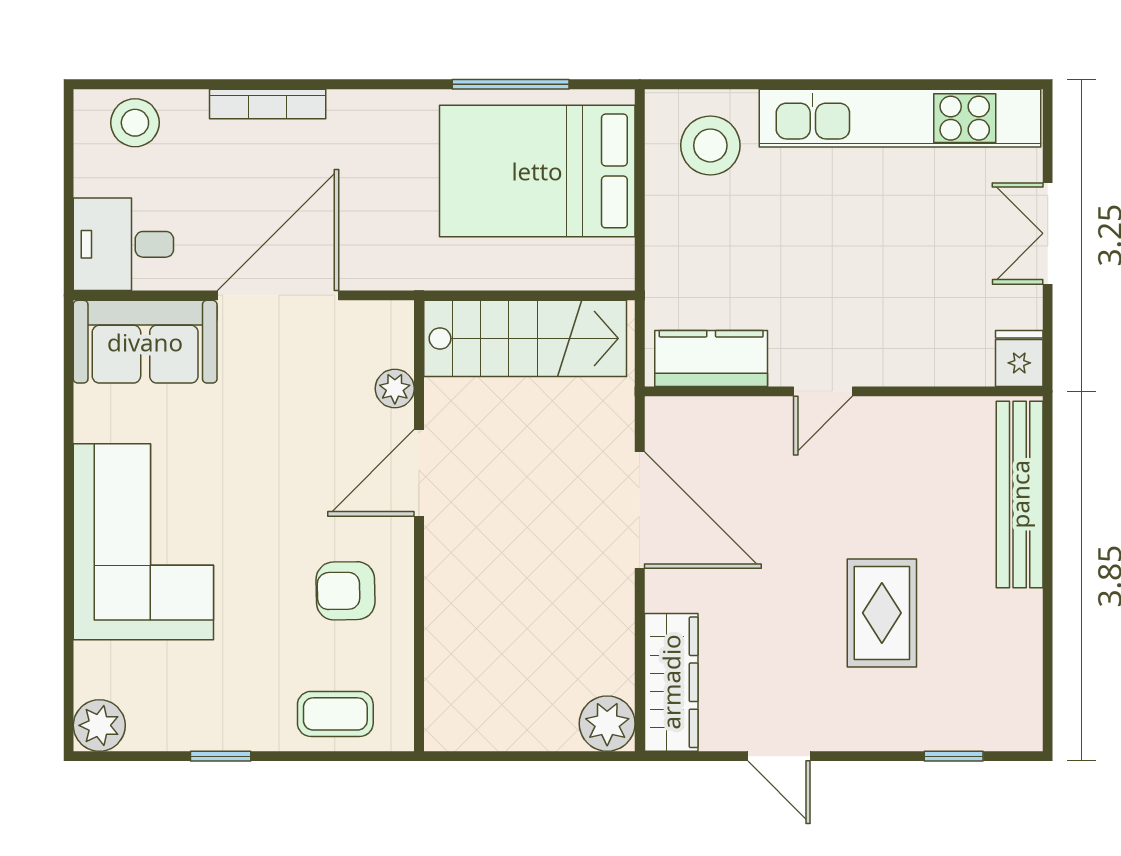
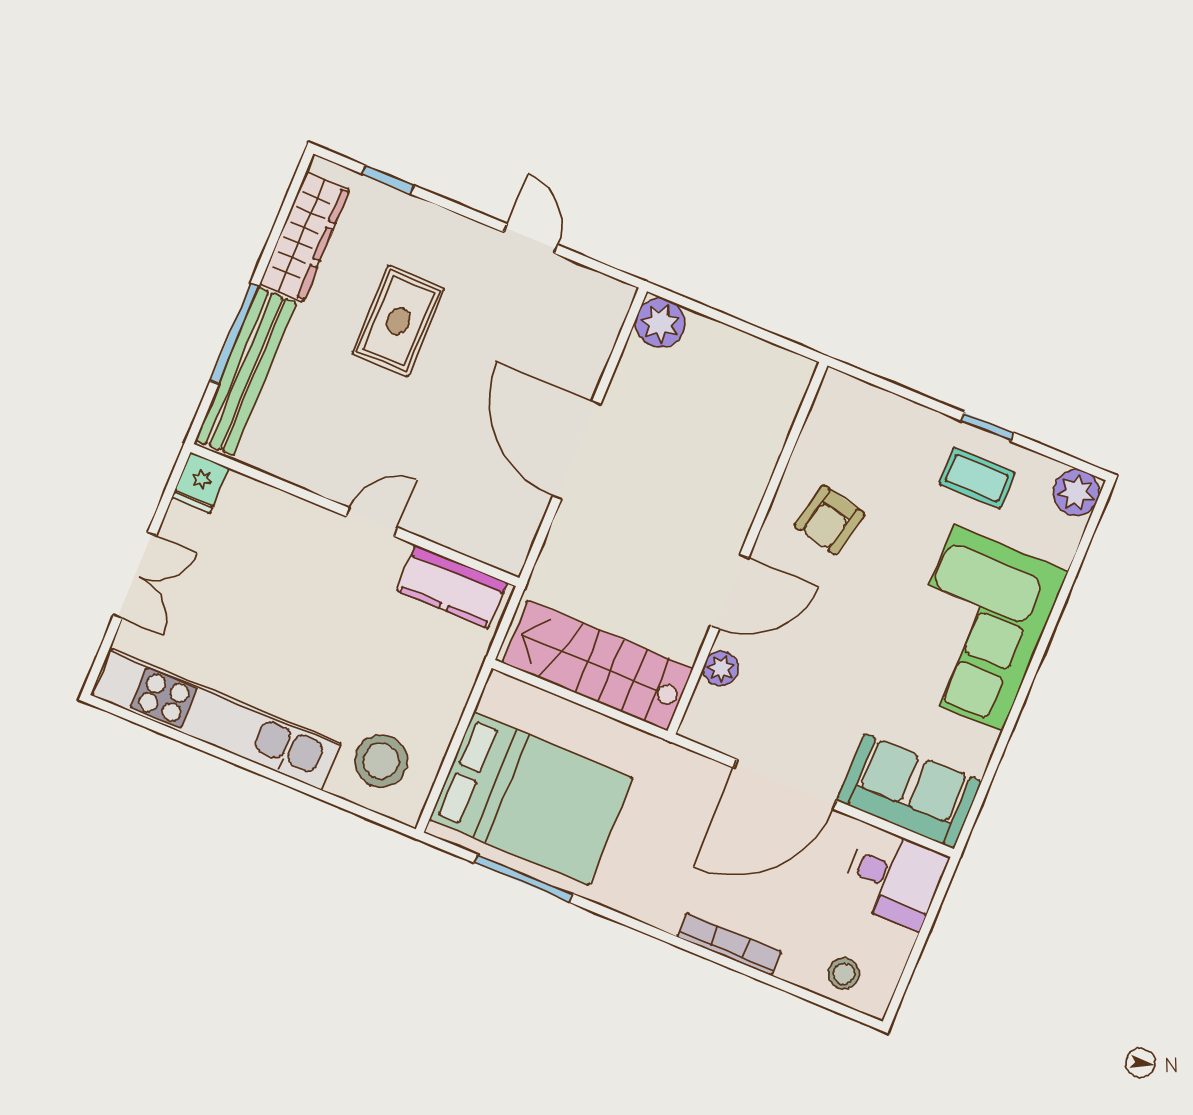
stool: (135, 123) -> (844, 974), width x0.73, depth x0.73
door: (640, 510) -> (577, 450), moved
window: (1048, 529) -> (234, 334), added
armchair: (345, 591) -> (829, 520), turned 104
wardrobe: (671, 682) -> (305, 237), moved, turned 180
coffee table: (335, 714) -> (977, 478), moved

